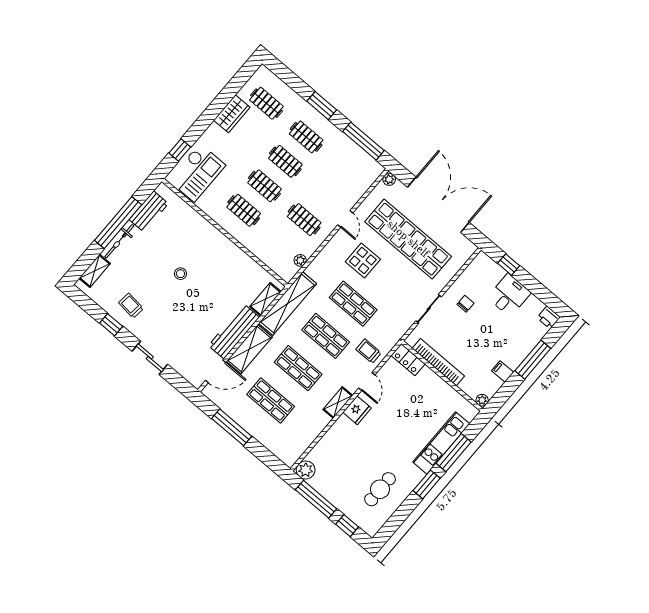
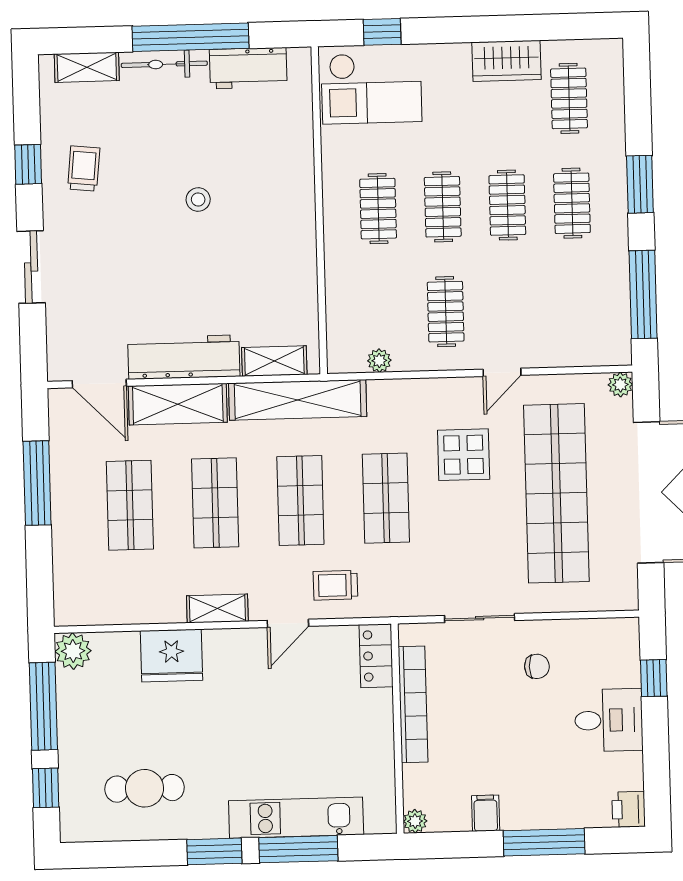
trolley: (369, 351) -> (335, 585), turned -90
fridge: (357, 410) -> (172, 656), moved, width x1.36, depth x1.34

